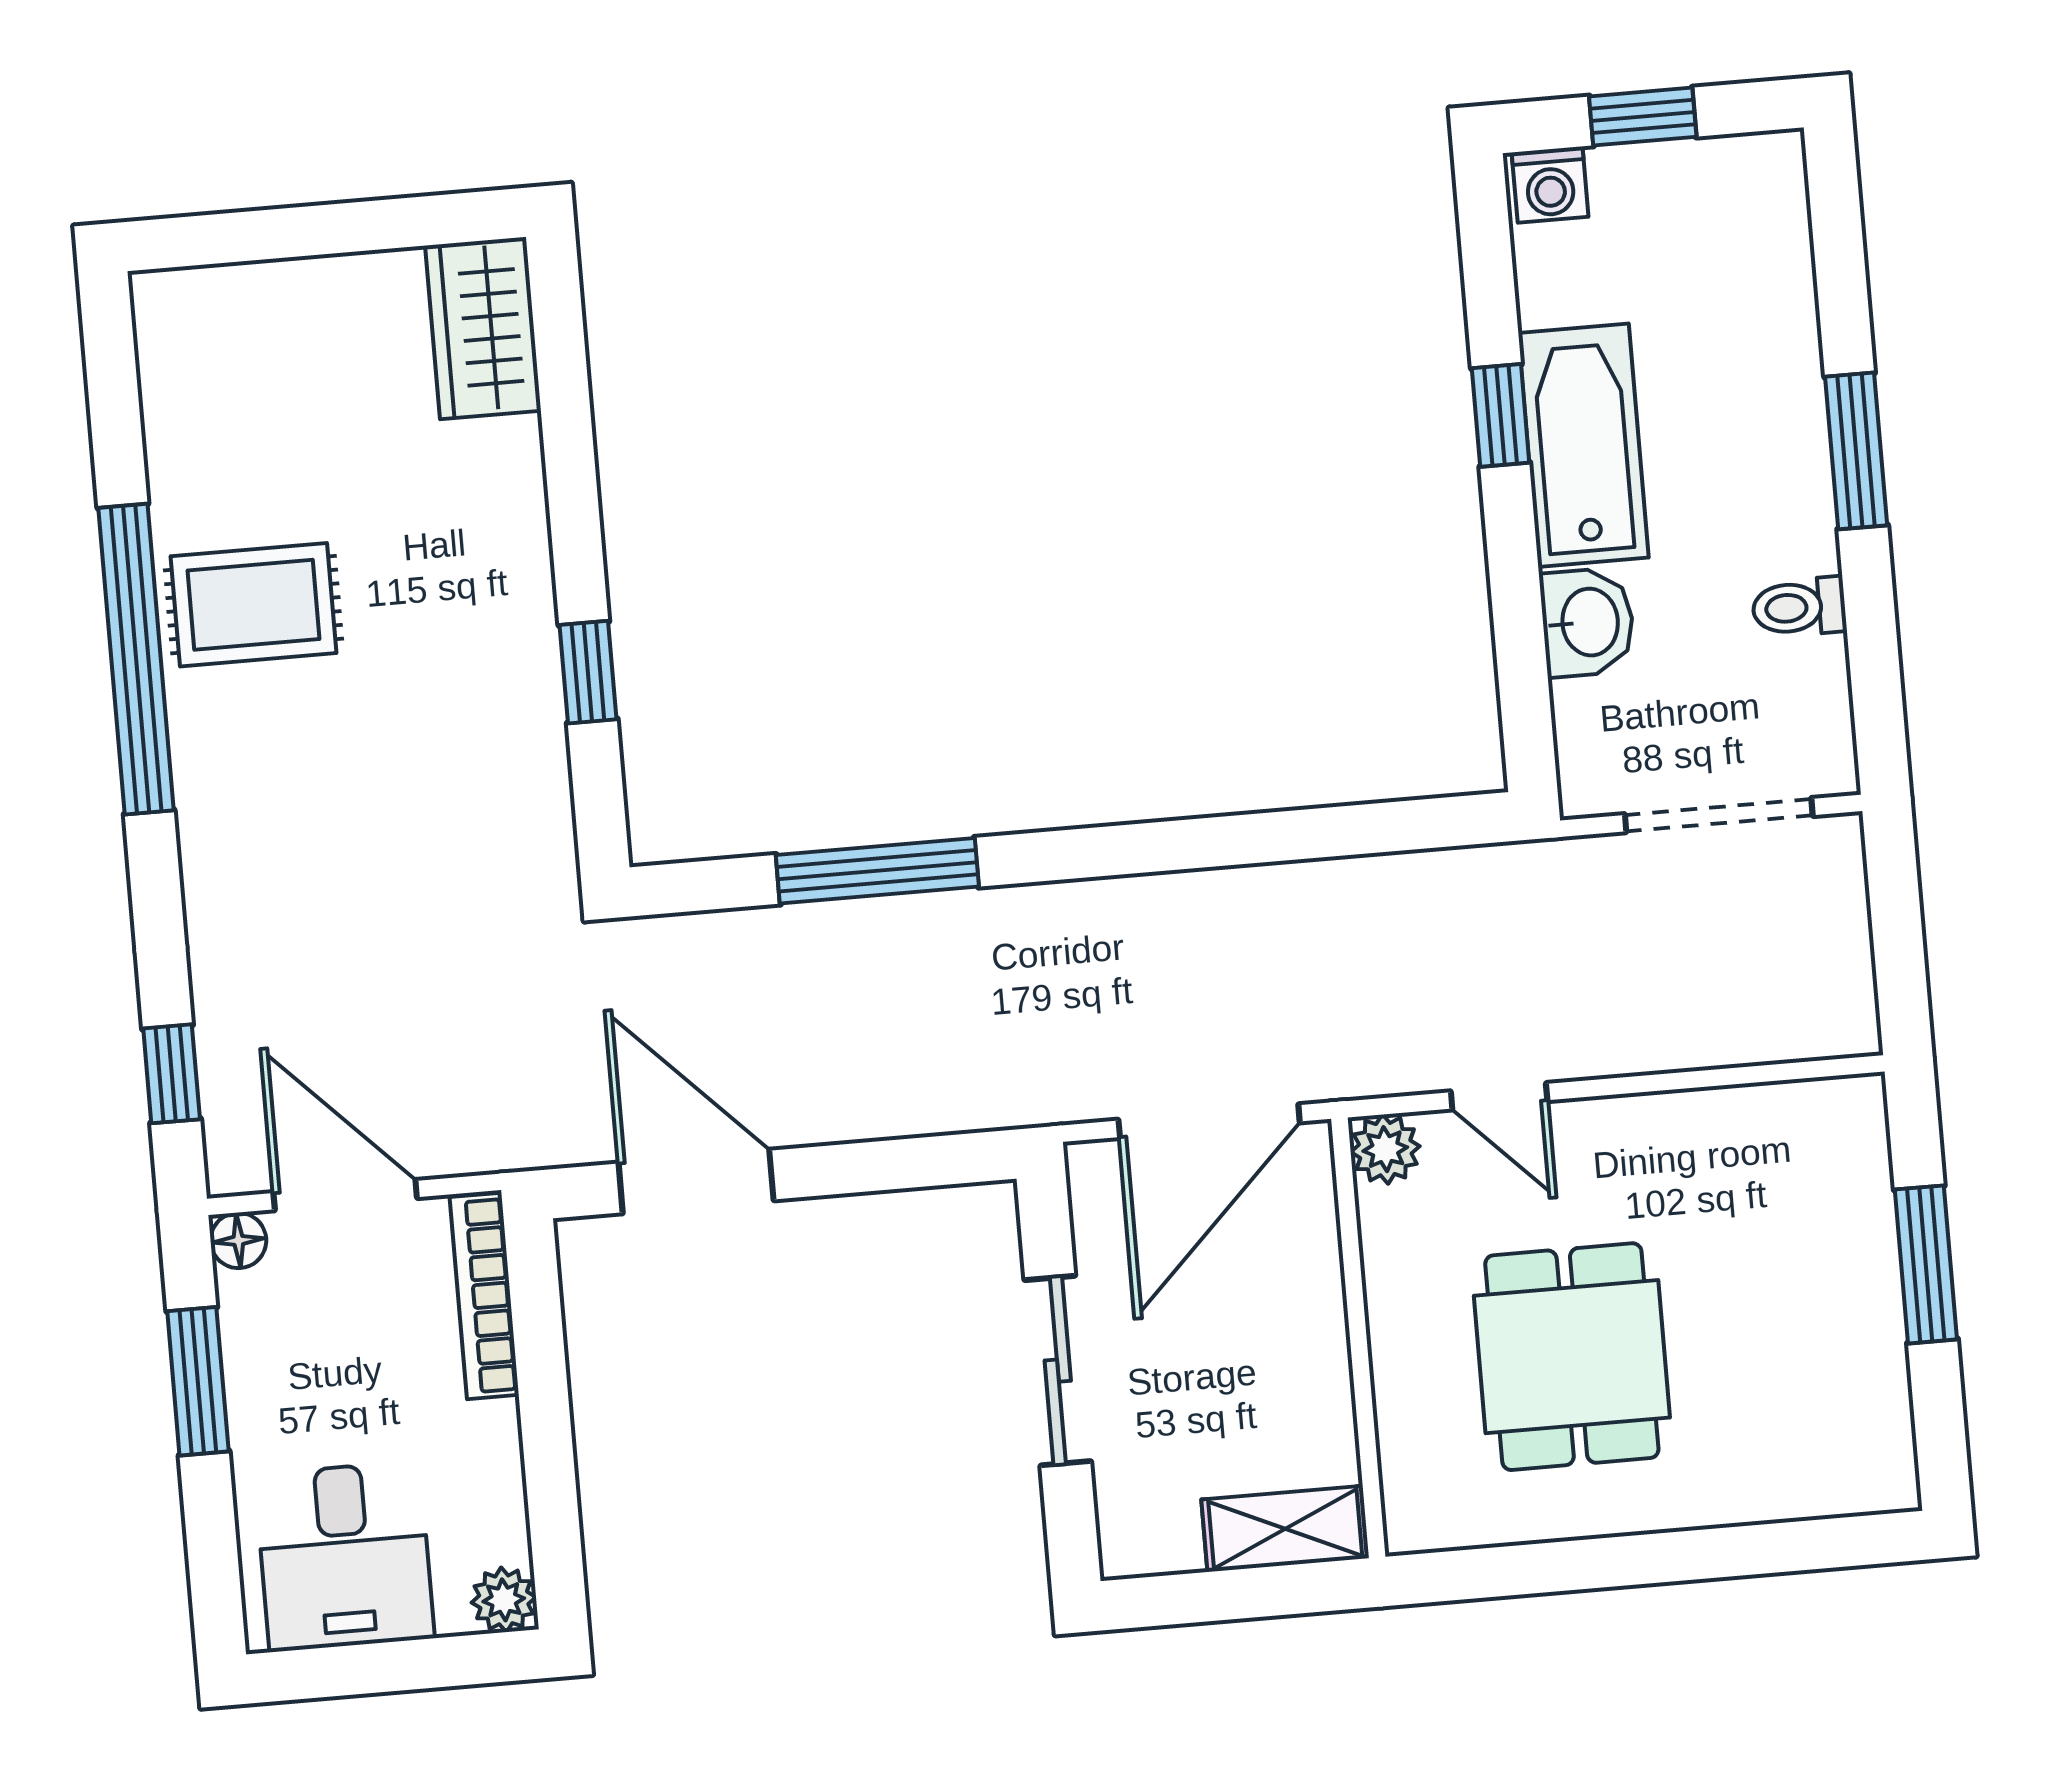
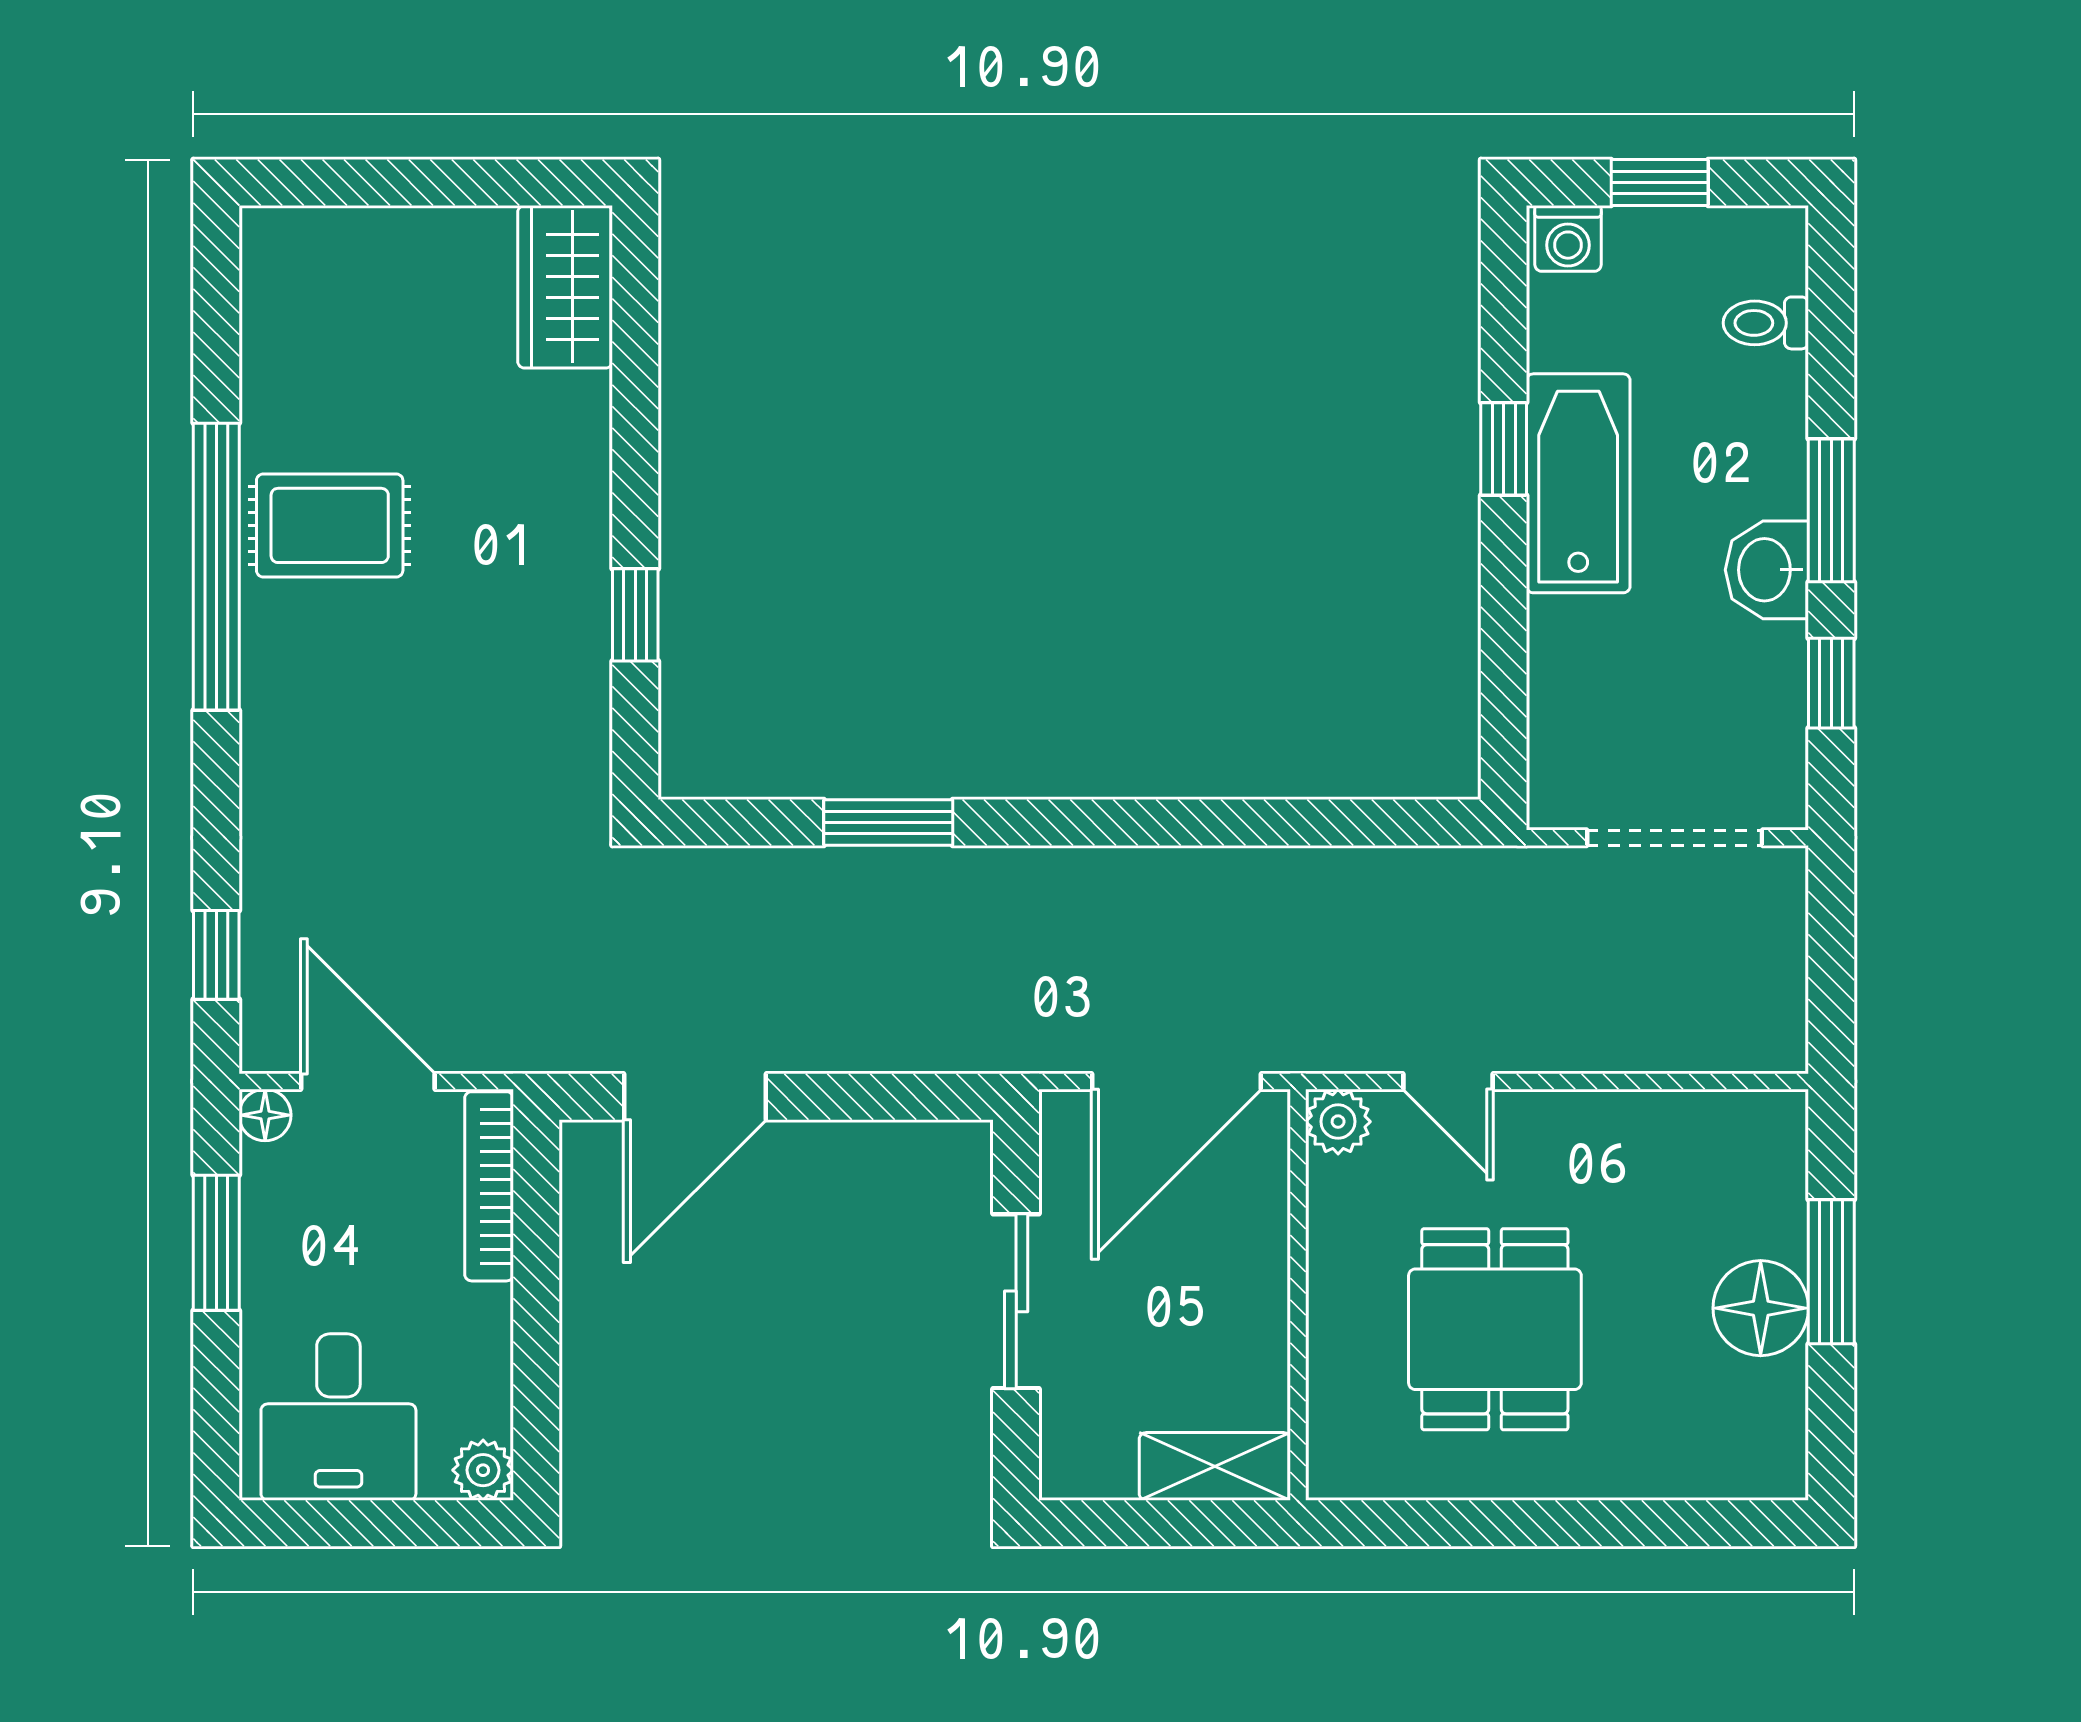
toilet: (1799, 607) -> (1766, 323), moved
washbasin: (1587, 622) -> (1767, 570), moved, turned 180
window: (1872, 636) -> (1831, 683), added
window: (877, 871) -> (888, 822), width x0.69
door: (696, 1181) -> (695, 1097), swing flipped
floor lamp: (1854, 1310) -> (1761, 1308), added

